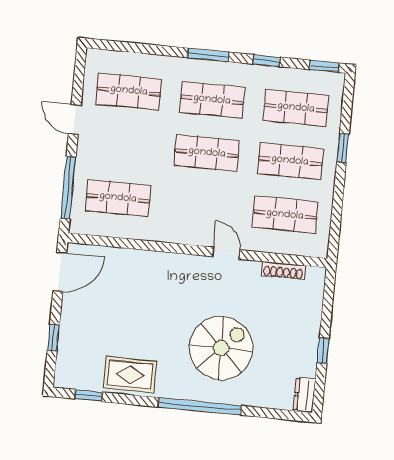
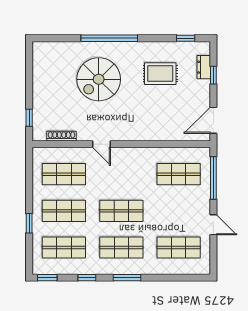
window: (323, 351) -> (29, 118), moved
rug: (130, 375) -> (160, 74), moved
dresser: (304, 395) -> (204, 67), moved, turned 180

